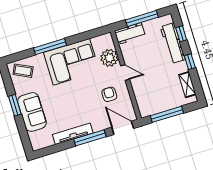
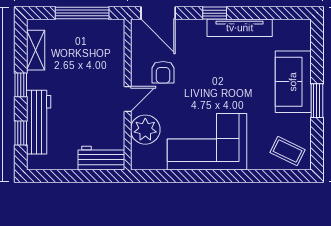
window: (142, 18) -> (75, 176), removed
window: (50, 47) -> (233, 176), removed
door: (125, 72) -> (128, 99), swing flipped
window: (90, 138) -> (215, 13), width x0.46

